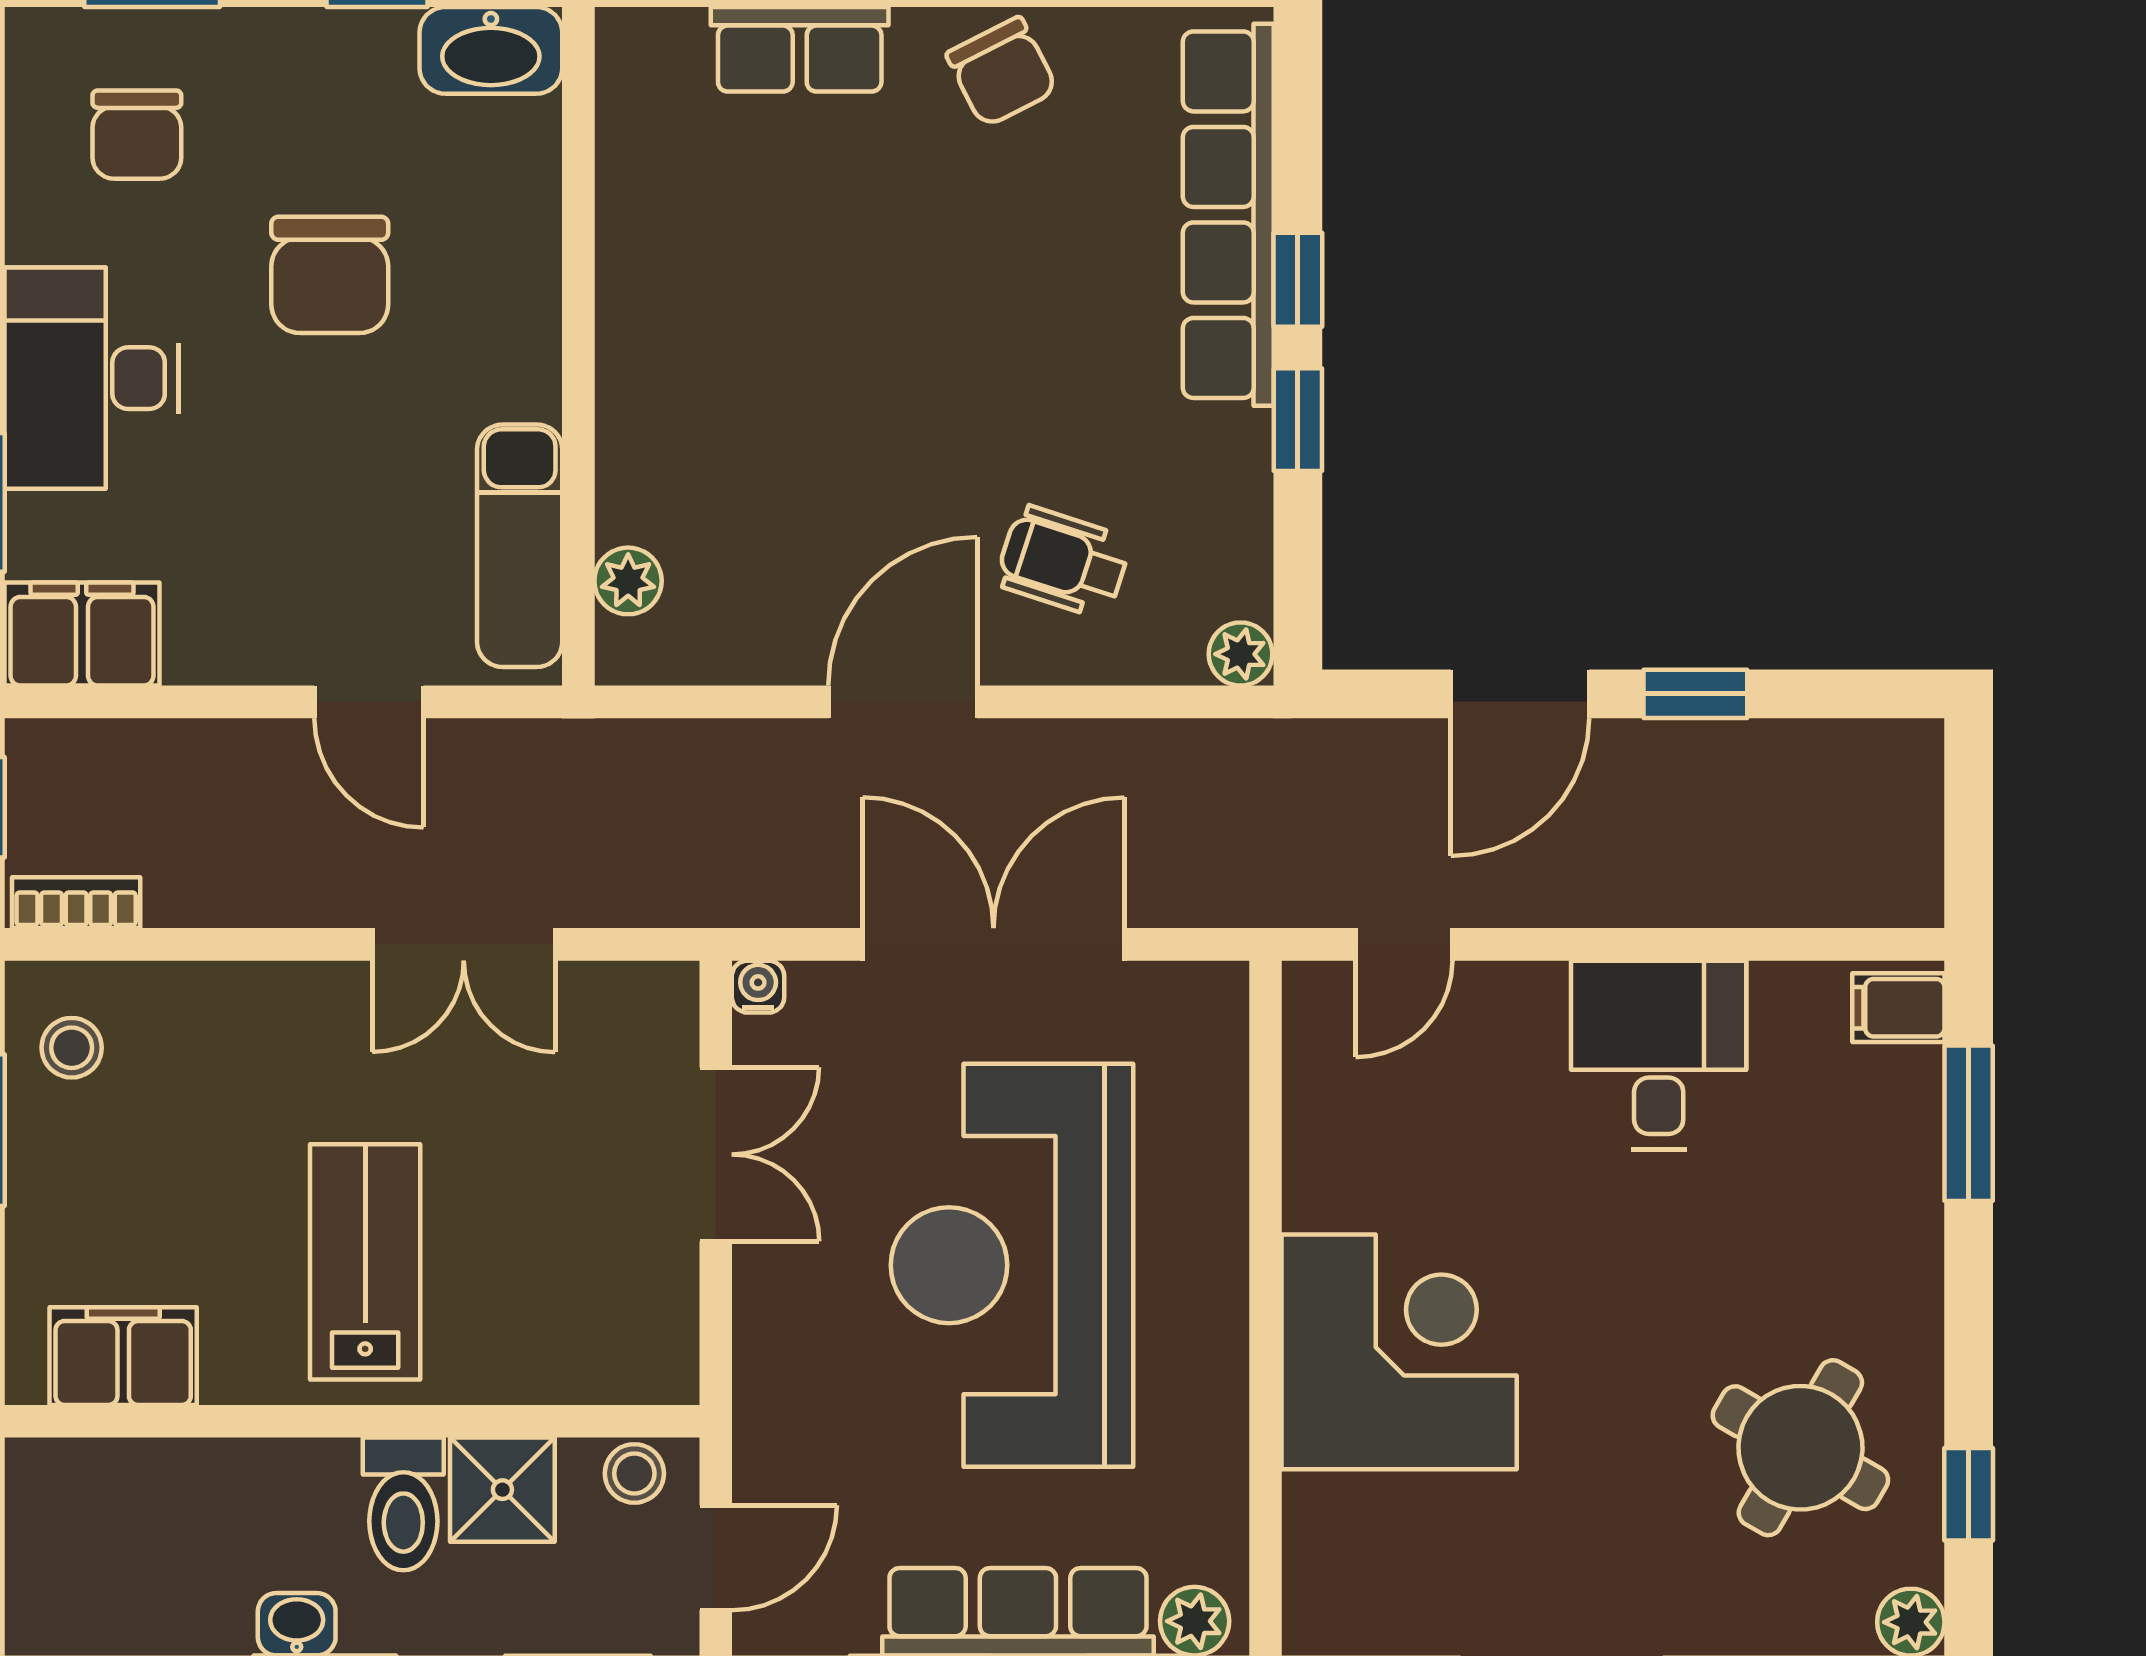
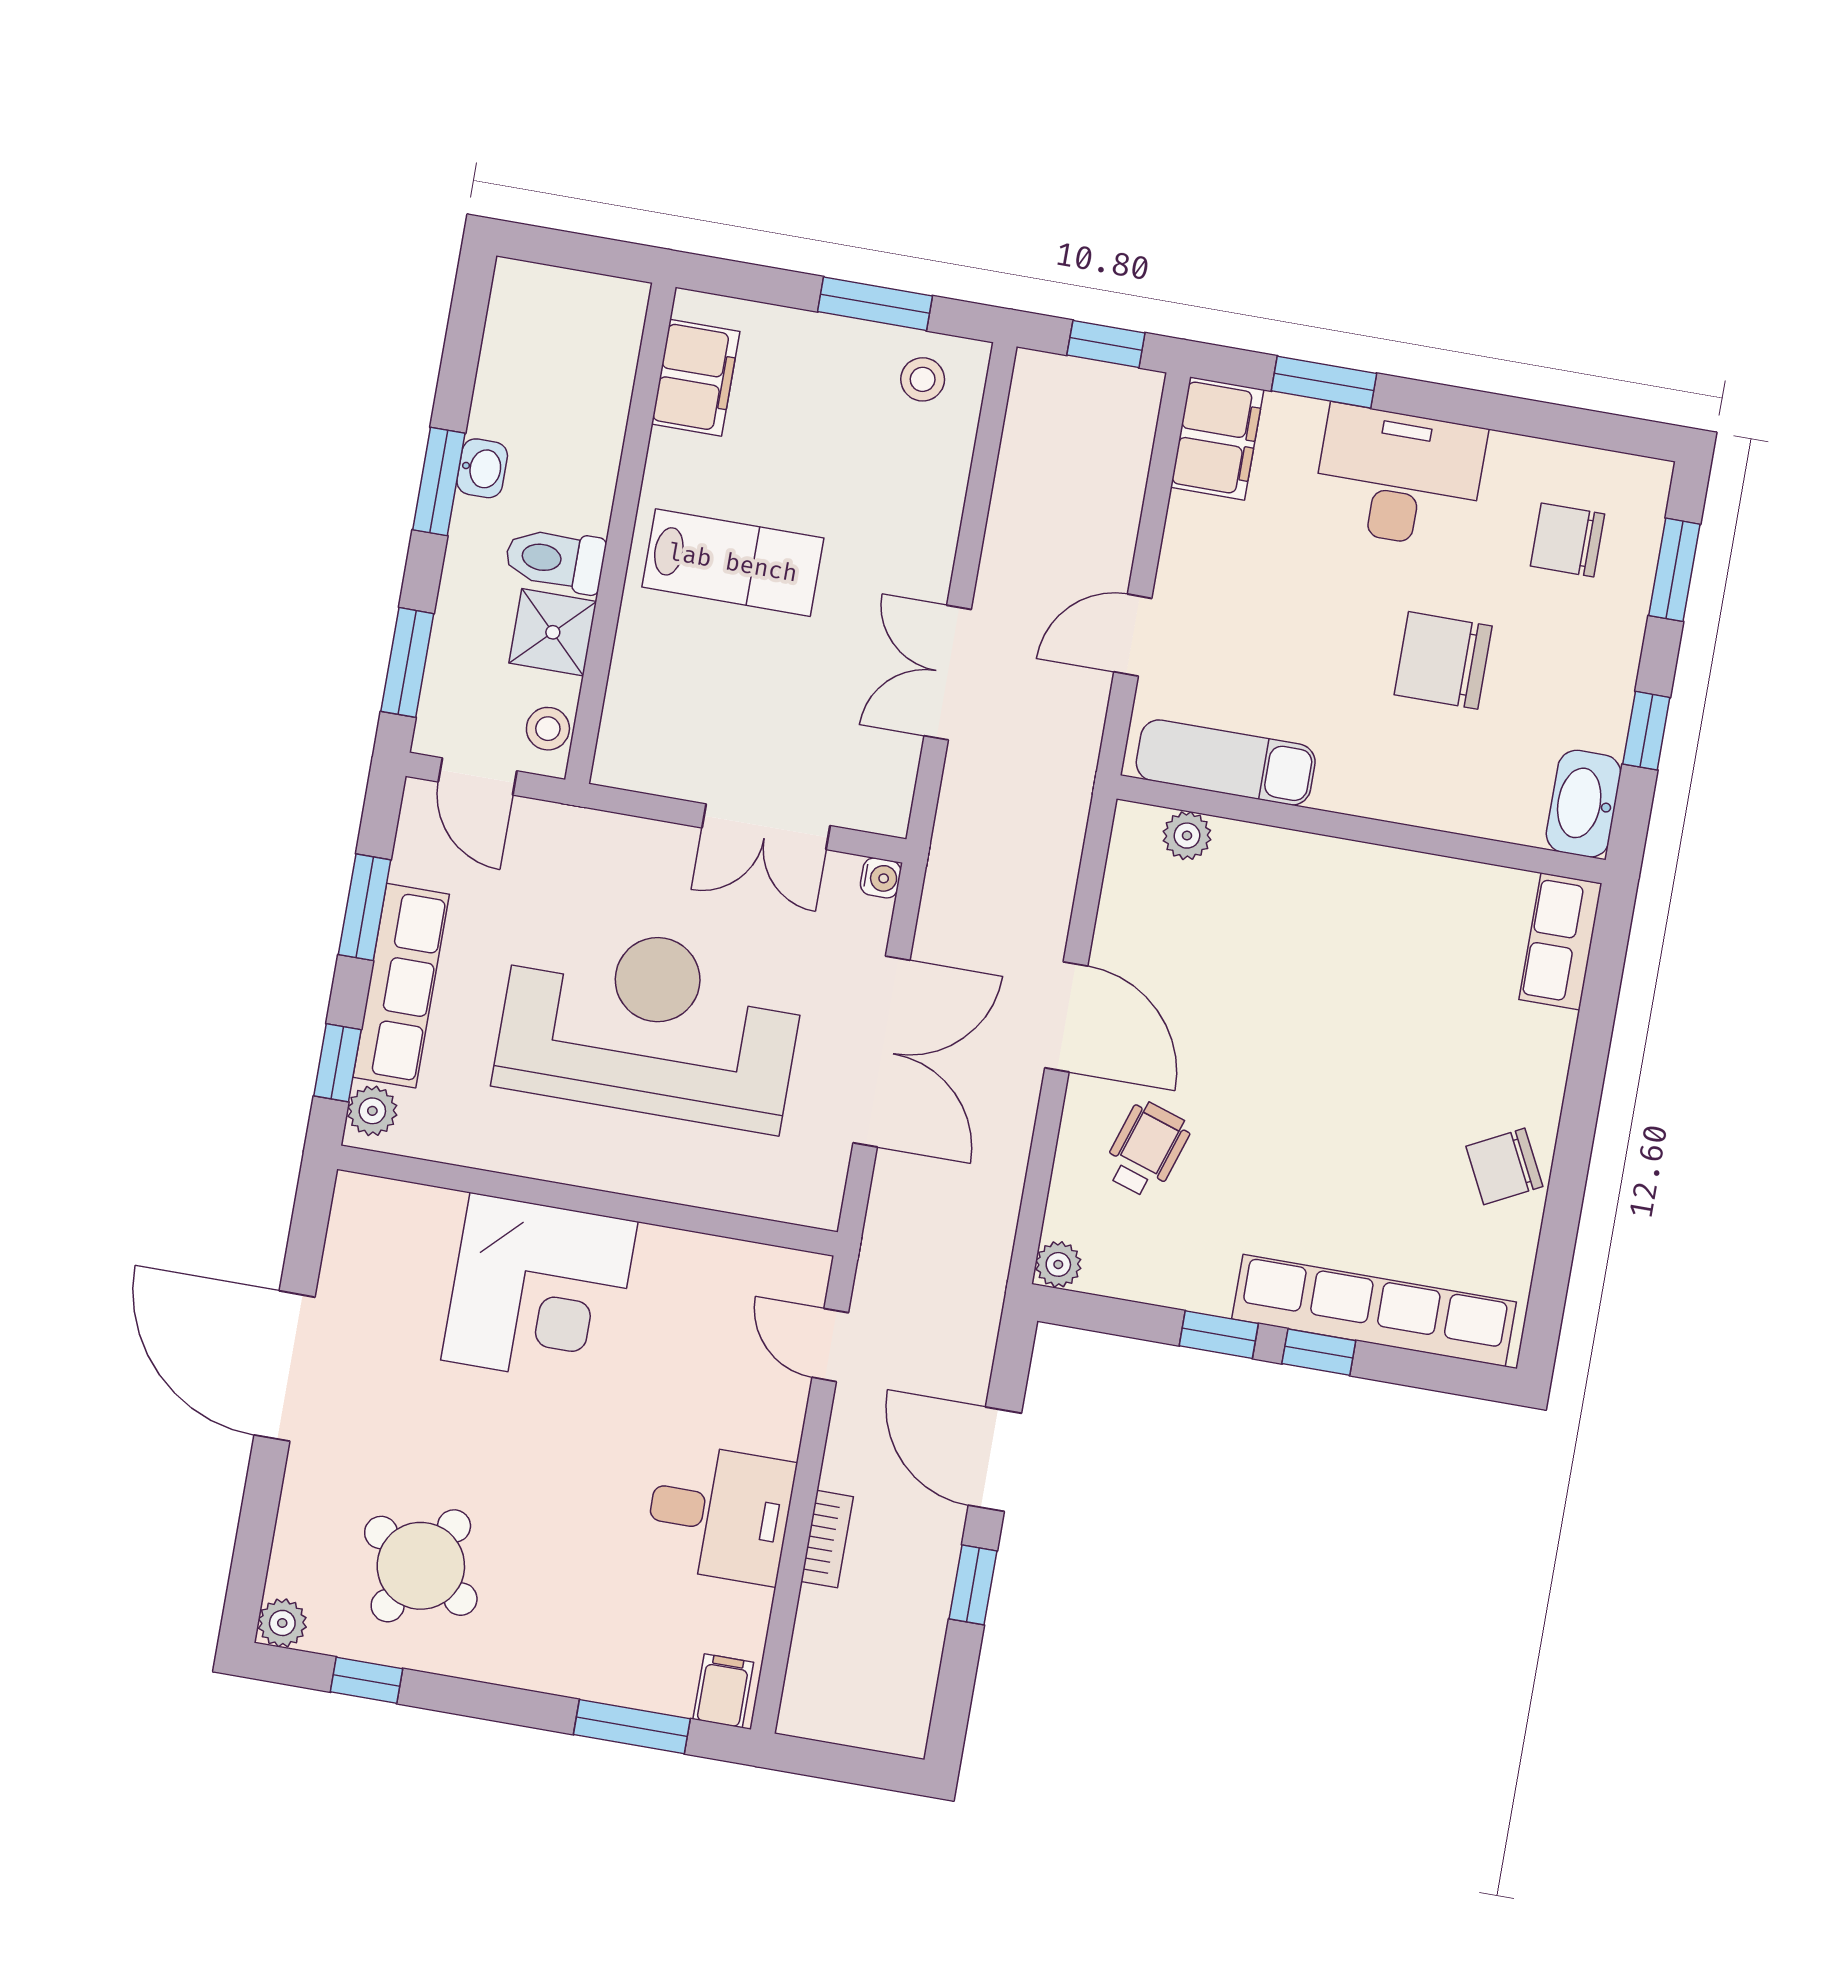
row of seats: (800, 49) -> (1560, 941), moved
bookcase: (76, 903) -> (827, 1539), moved

